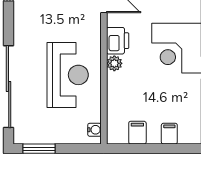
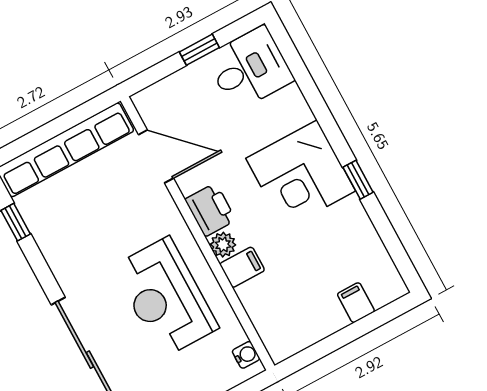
reception desk: (68, 75) -> (165, 297), turned 180
filing cabinet: (137, 133) -> (242, 267), moved, turned 90

